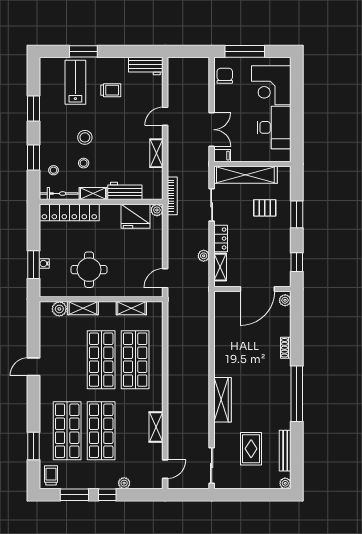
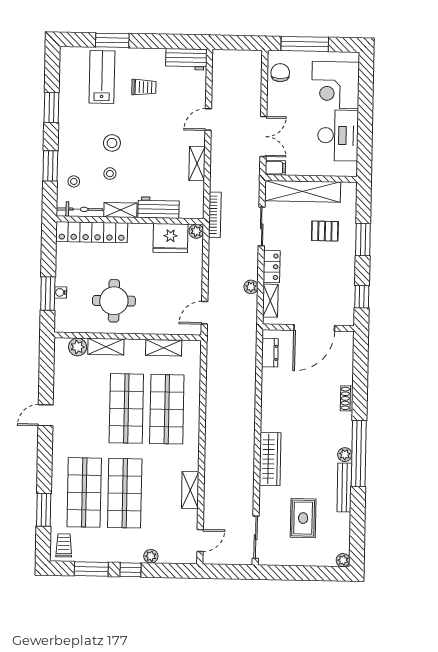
plant: (285, 300) -> (345, 455), moved
dresser: (221, 311) -> (270, 353), added
bench: (285, 451) -> (344, 487), moved

